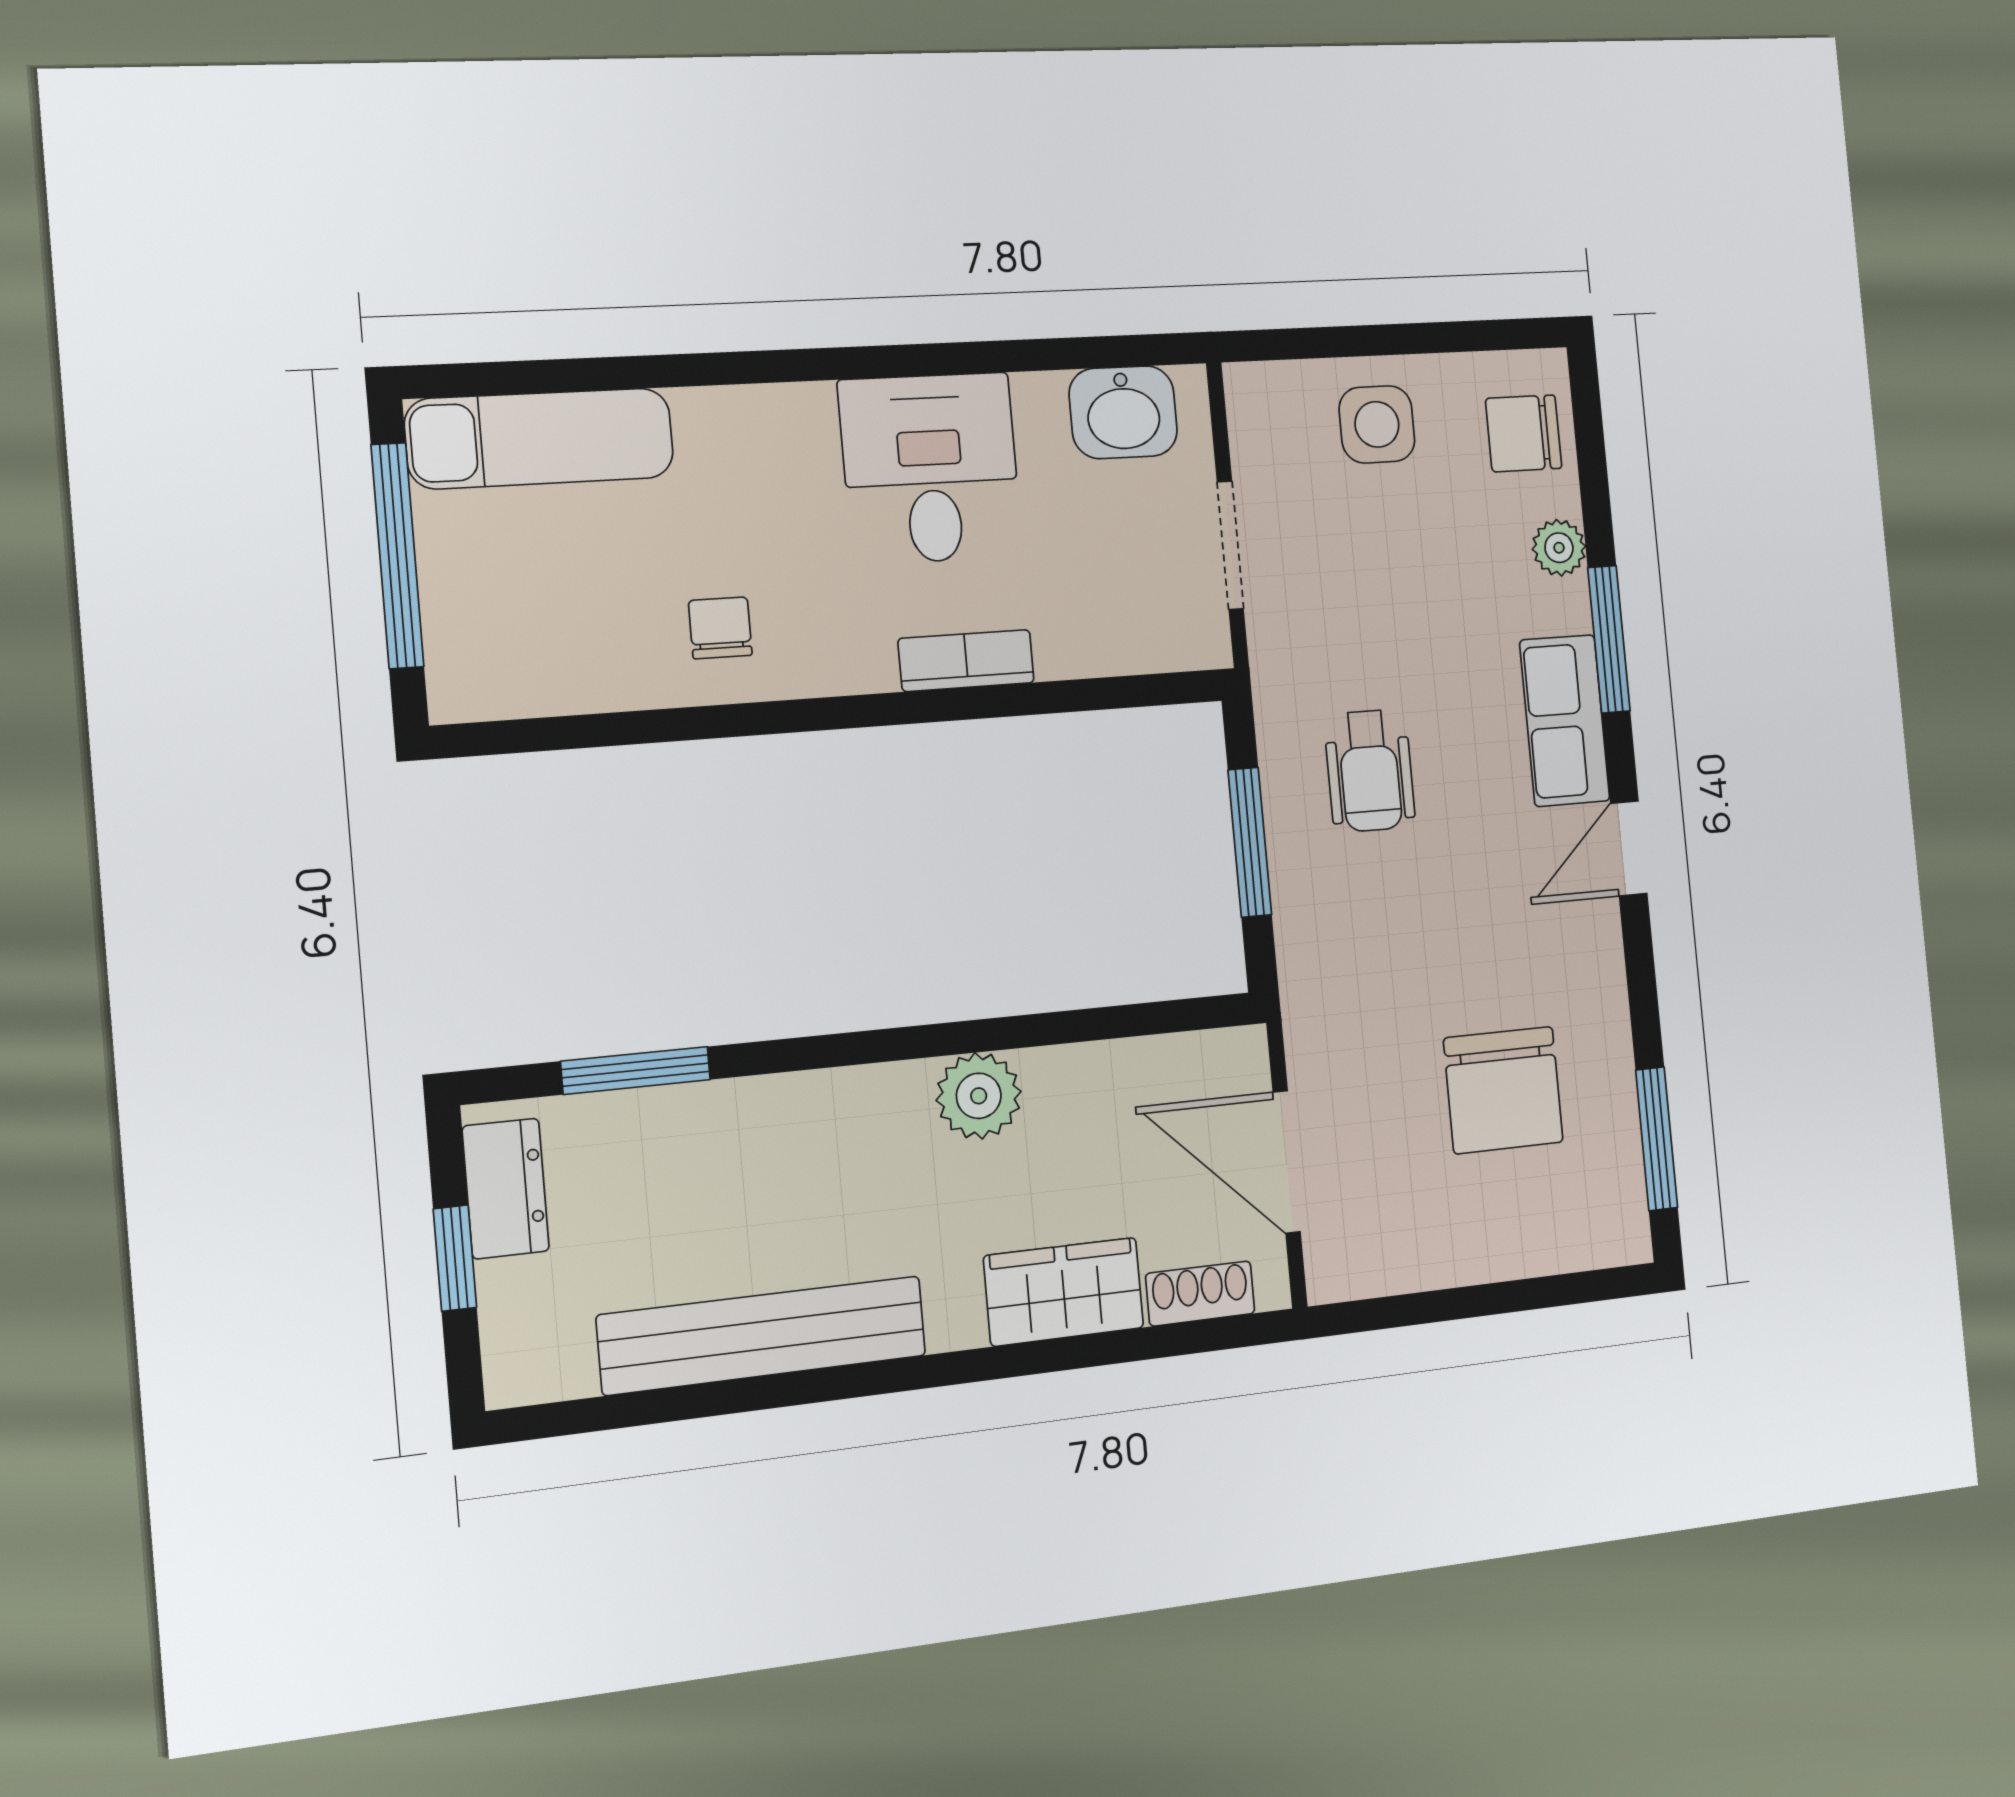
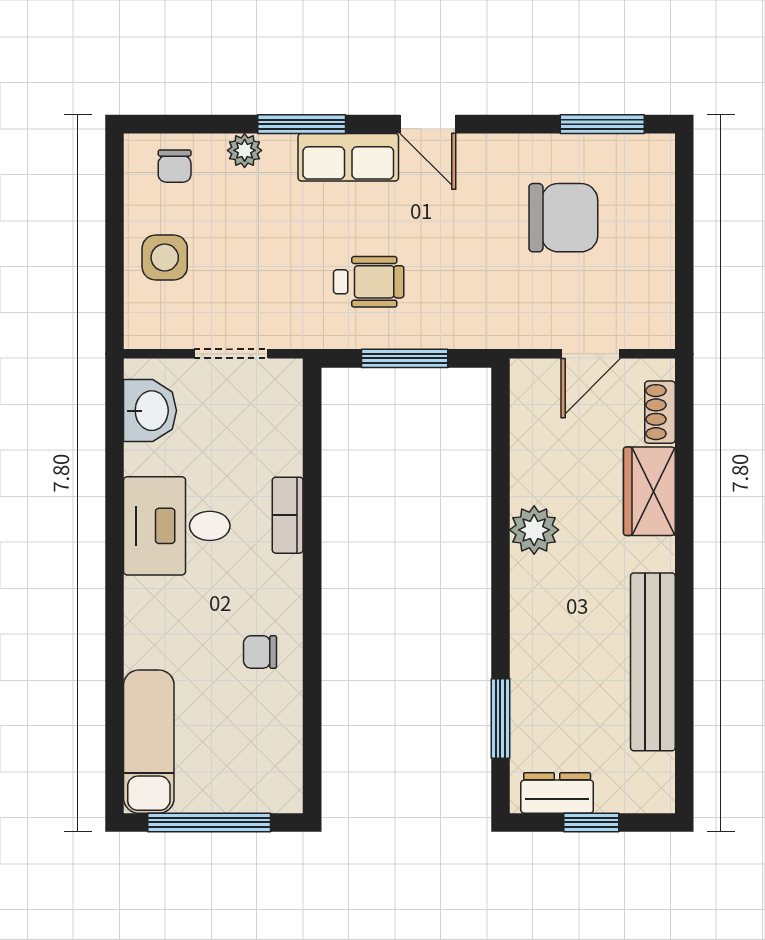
chair: (1524, 433) -> (175, 166), width x0.73, depth x0.73
door: (1287, 1162) -> (591, 354), width x0.73

